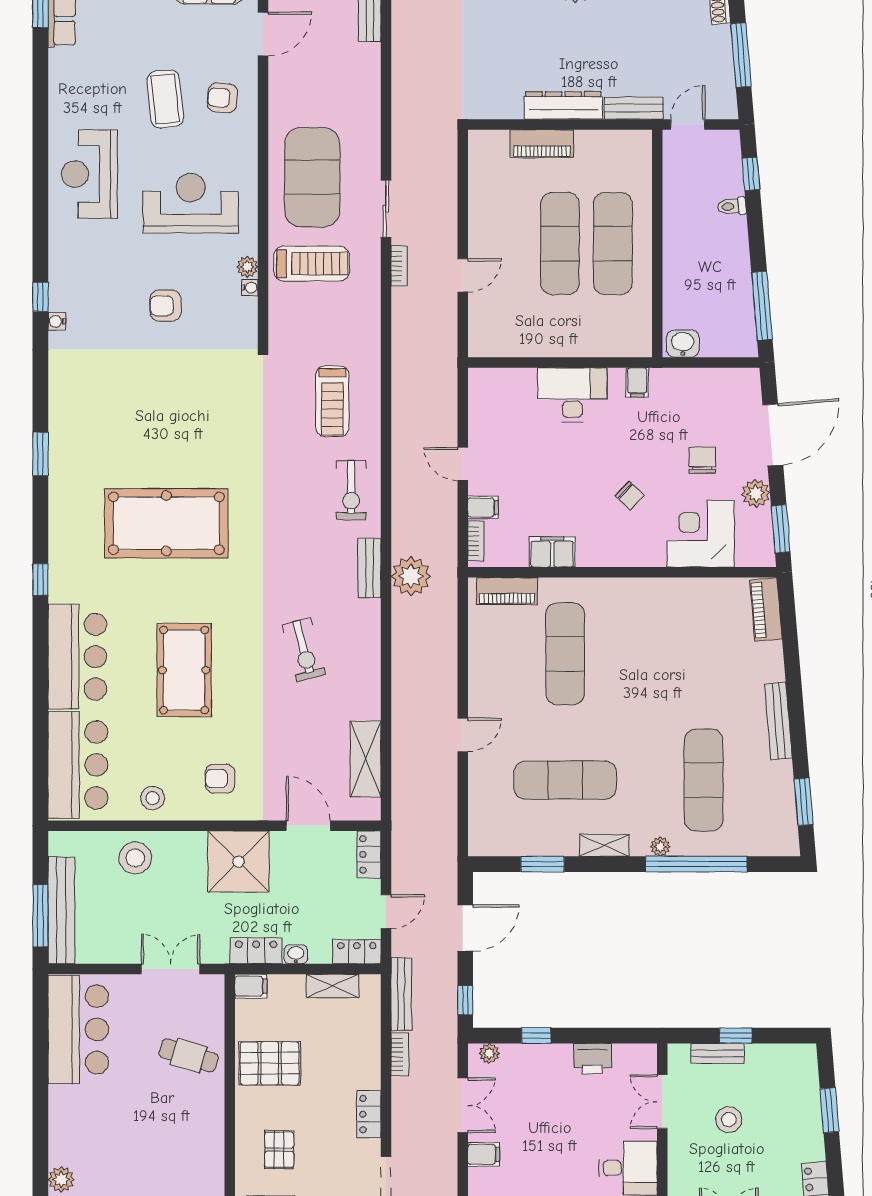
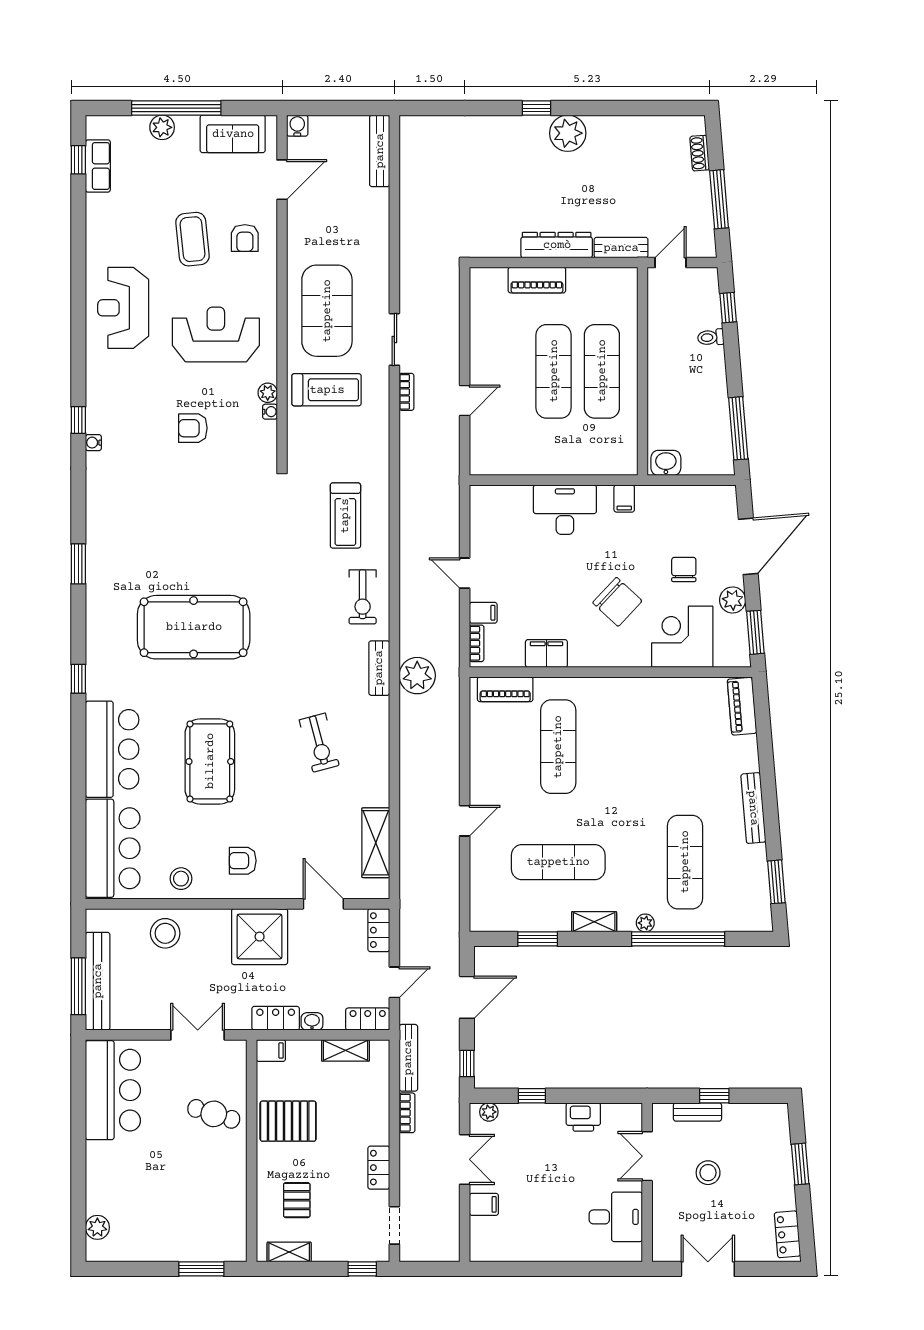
armchair: (222, 98) -> (245, 238), turned -94
chair: (630, 496) -> (617, 602), width x1.87, depth x1.87

